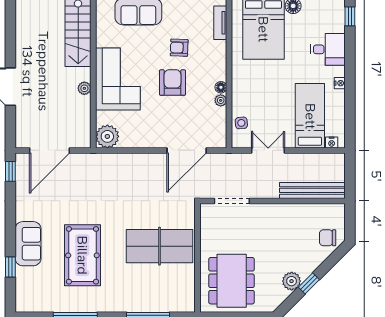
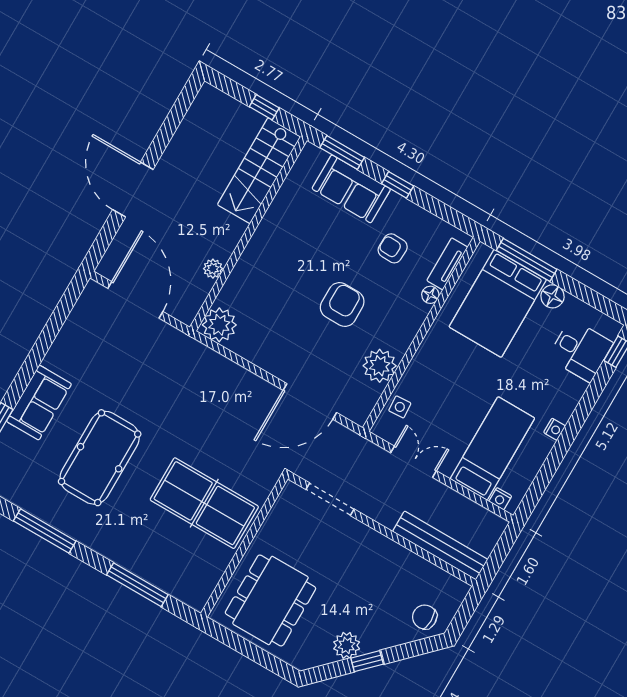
armchair: (179, 48) -> (393, 248), moved
desk: (328, 49) -> (580, 350), moved
corner sofa: (118, 79) -> (275, 259), removed
floor lamp: (221, 87) -> (430, 295), moved
plant: (84, 88) -> (213, 269), moved
plant: (221, 100) -> (380, 366), width x1.87, depth x1.87
door: (50, 150) -> (135, 300), swing flipped
window: (10, 171) -> (70, 298), removed

